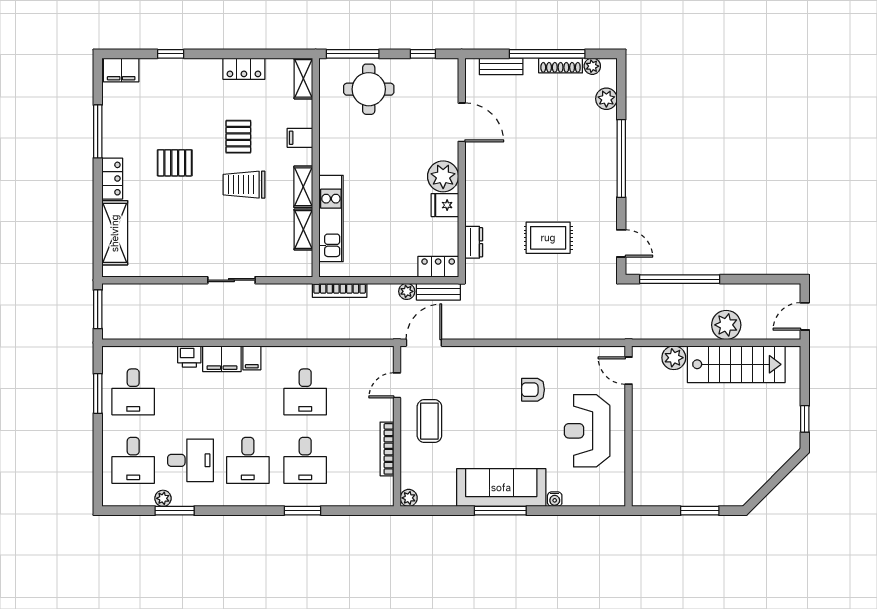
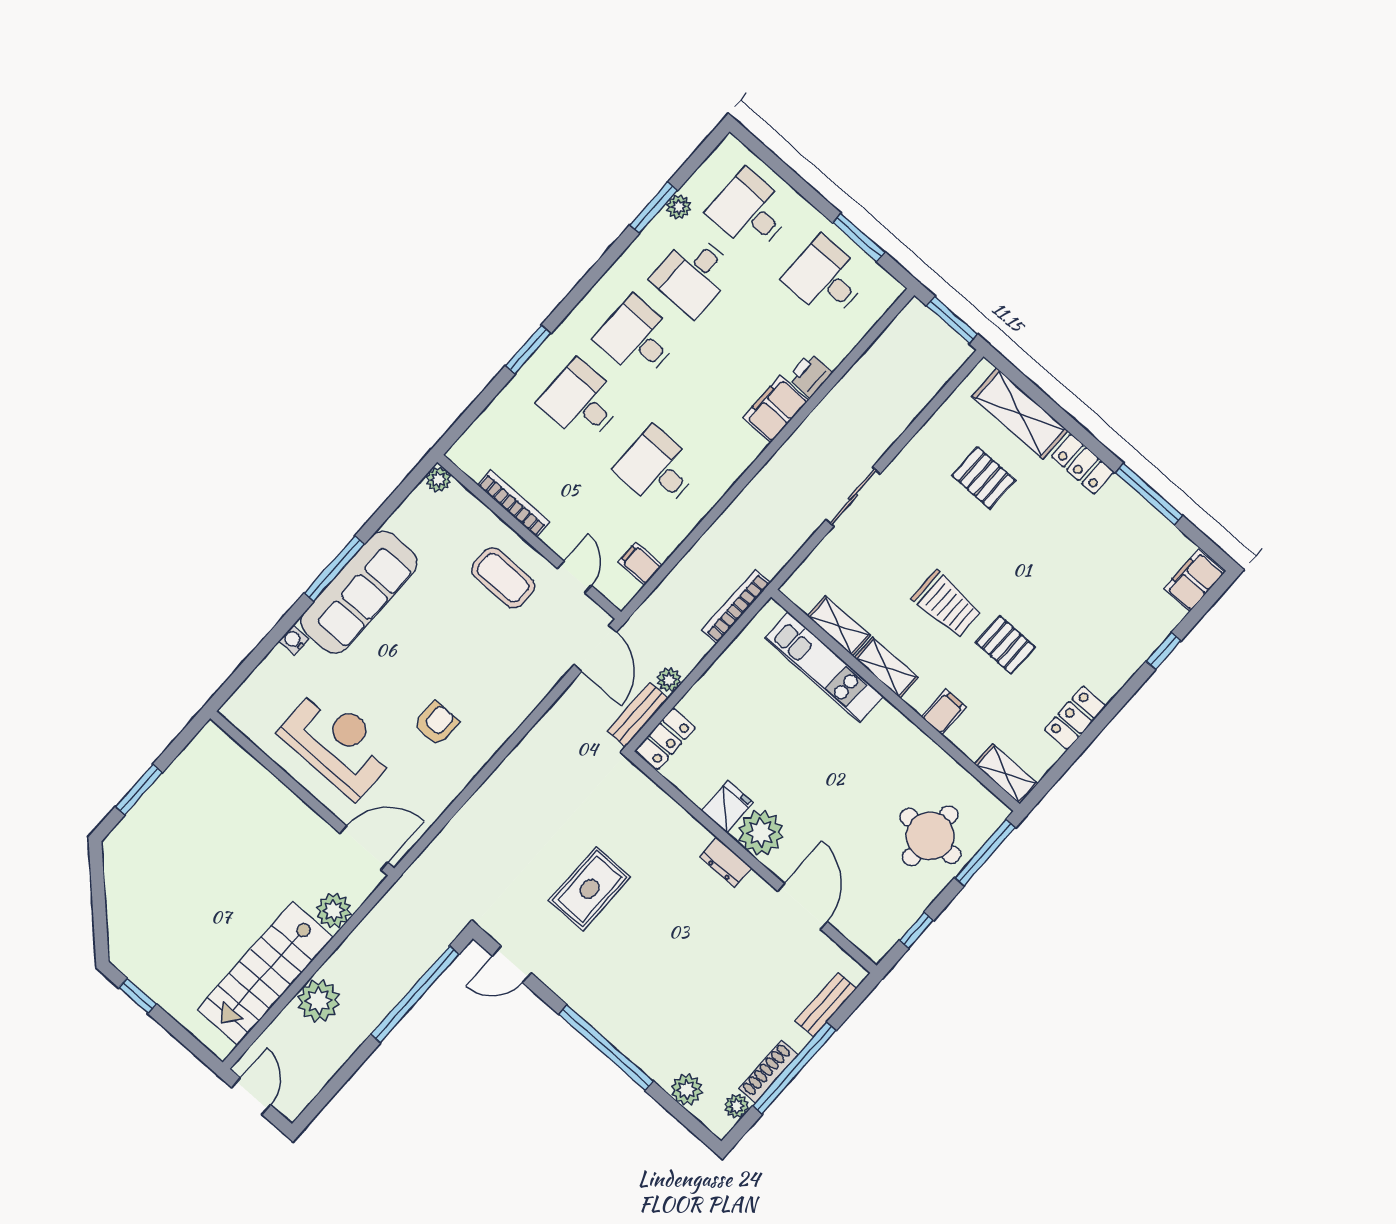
door: (462, 122) -> (802, 906), swing flipped
pallet: (175, 163) -> (984, 478), moved, turned 90
trolley: (244, 185) -> (947, 604), turned 90
dresser: (474, 242) -> (726, 862), moved
filing cabinet: (252, 358) -> (640, 564), moved
door: (629, 371) -> (364, 848), width x1.38

